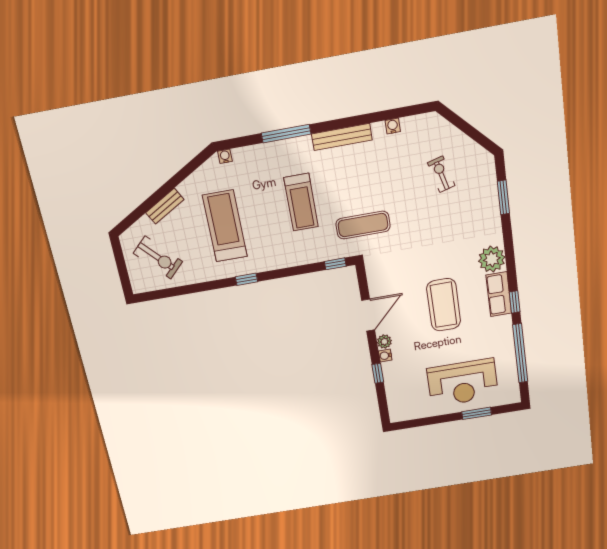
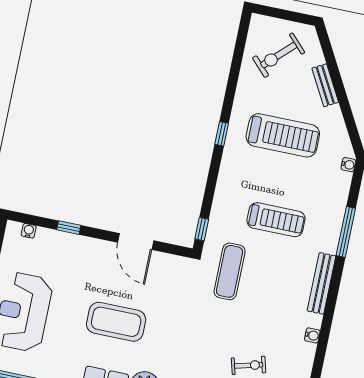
treadmill: (301, 202) -> (276, 220), turned 180
plant: (384, 342) -> (101, 247), removed
water cooler: (385, 356) -> (29, 231), moved

